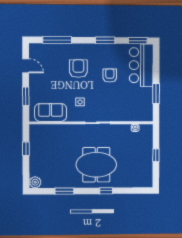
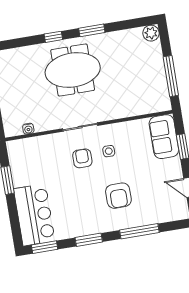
window: (57, 40) -> (139, 231), moved
armchair: (110, 75) -> (82, 158), moved, turned 180
sofa: (51, 112) -> (164, 137), moved, turned 90
window: (26, 149) -> (171, 76), width x2.17
window: (64, 191) -> (92, 30), moved

